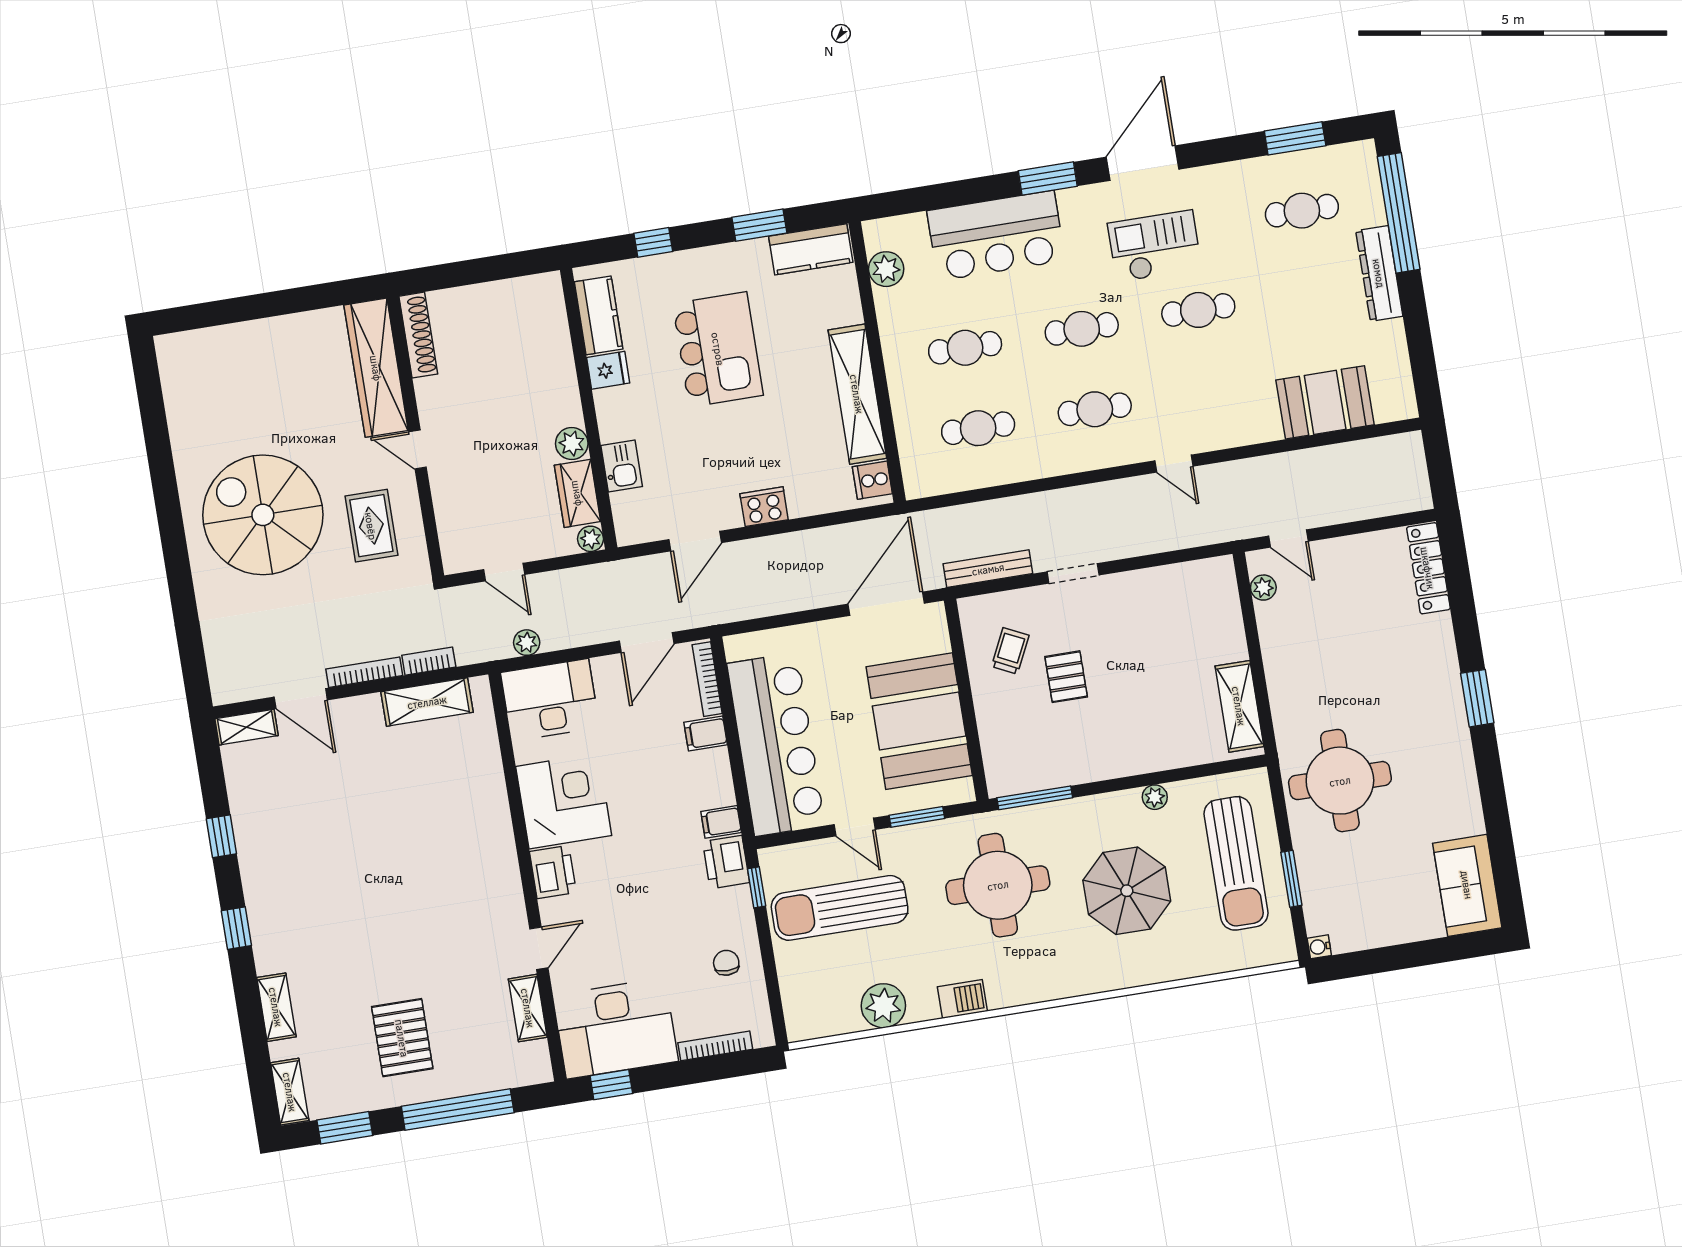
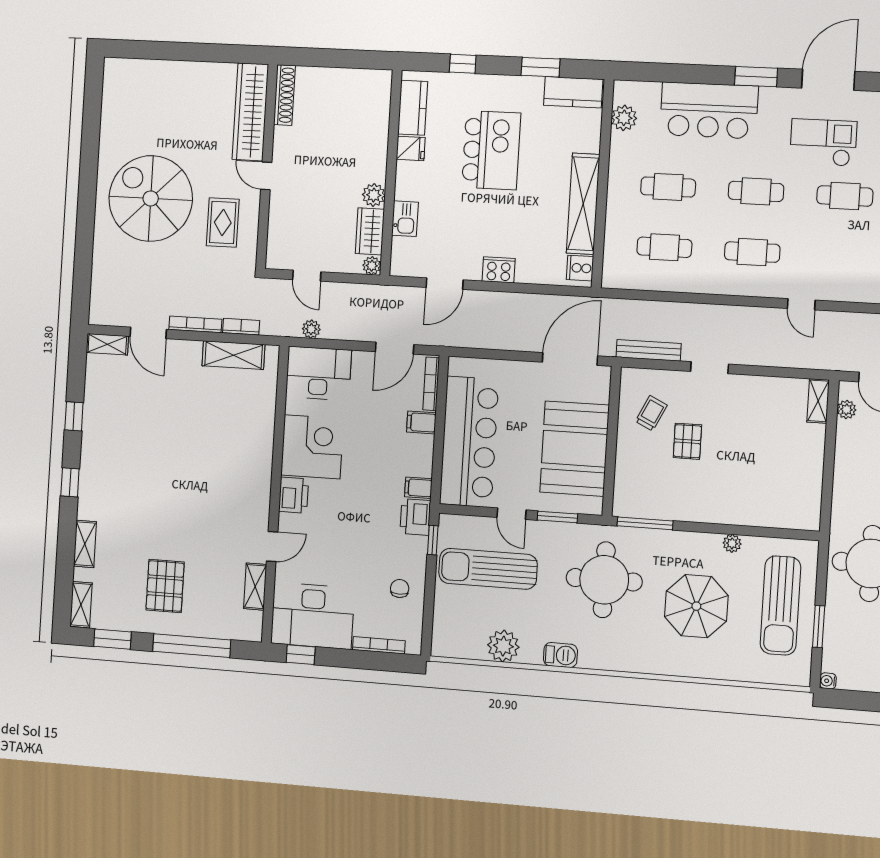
shelving: (1239, 706) -> (818, 401), moved, width x0.67, depth x0.75

